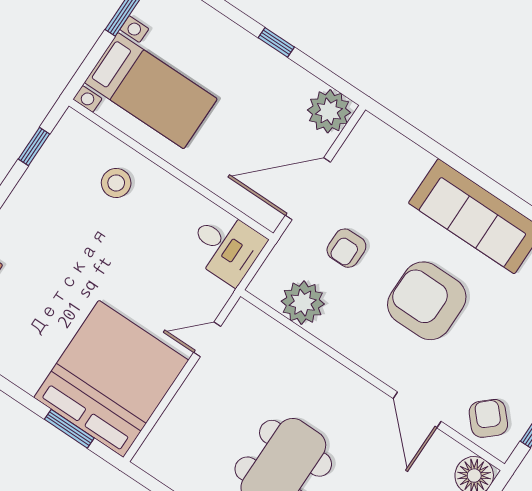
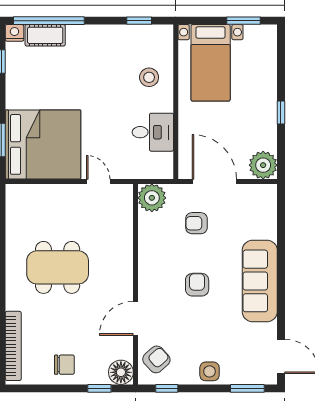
desk: (226, 247) -> (153, 132), moved, turned -90
armchair: (427, 301) -> (197, 285), width x0.53, depth x0.53
plant: (303, 303) -> (152, 198), moved

